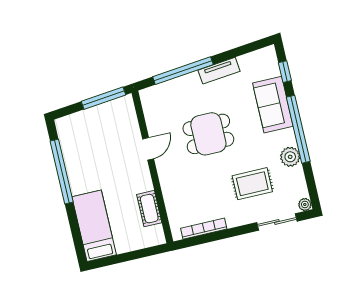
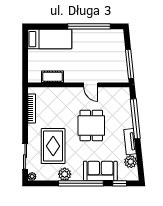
plant: (249, 63) -> (131, 162), added
rug: (252, 184) -> (53, 146), width x1.36, depth x1.43

